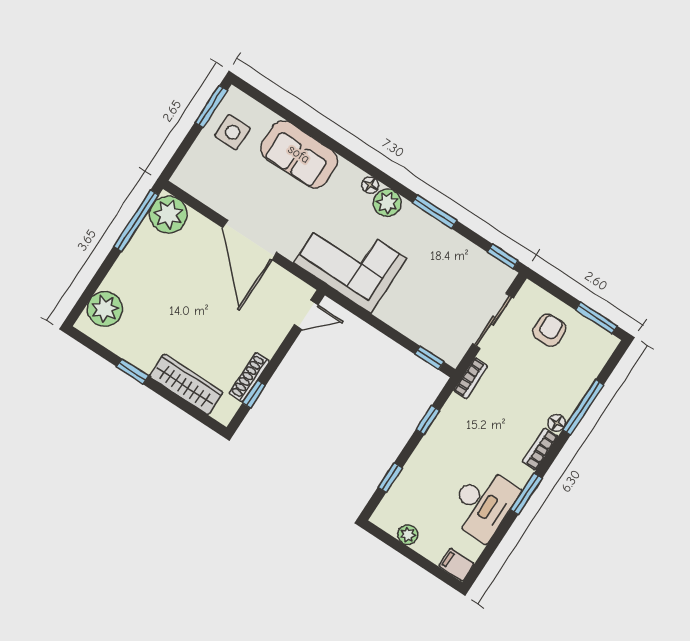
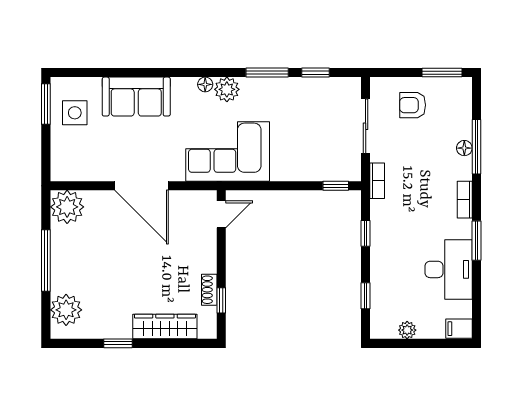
window: (136, 221) -> (46, 260), moved
window: (503, 257) -> (315, 73), moved
armchair: (549, 330) -> (413, 105), turned -90
shoe rack: (249, 377) -> (209, 290), width x0.70
floor lamp: (557, 423) -> (464, 148), moved

